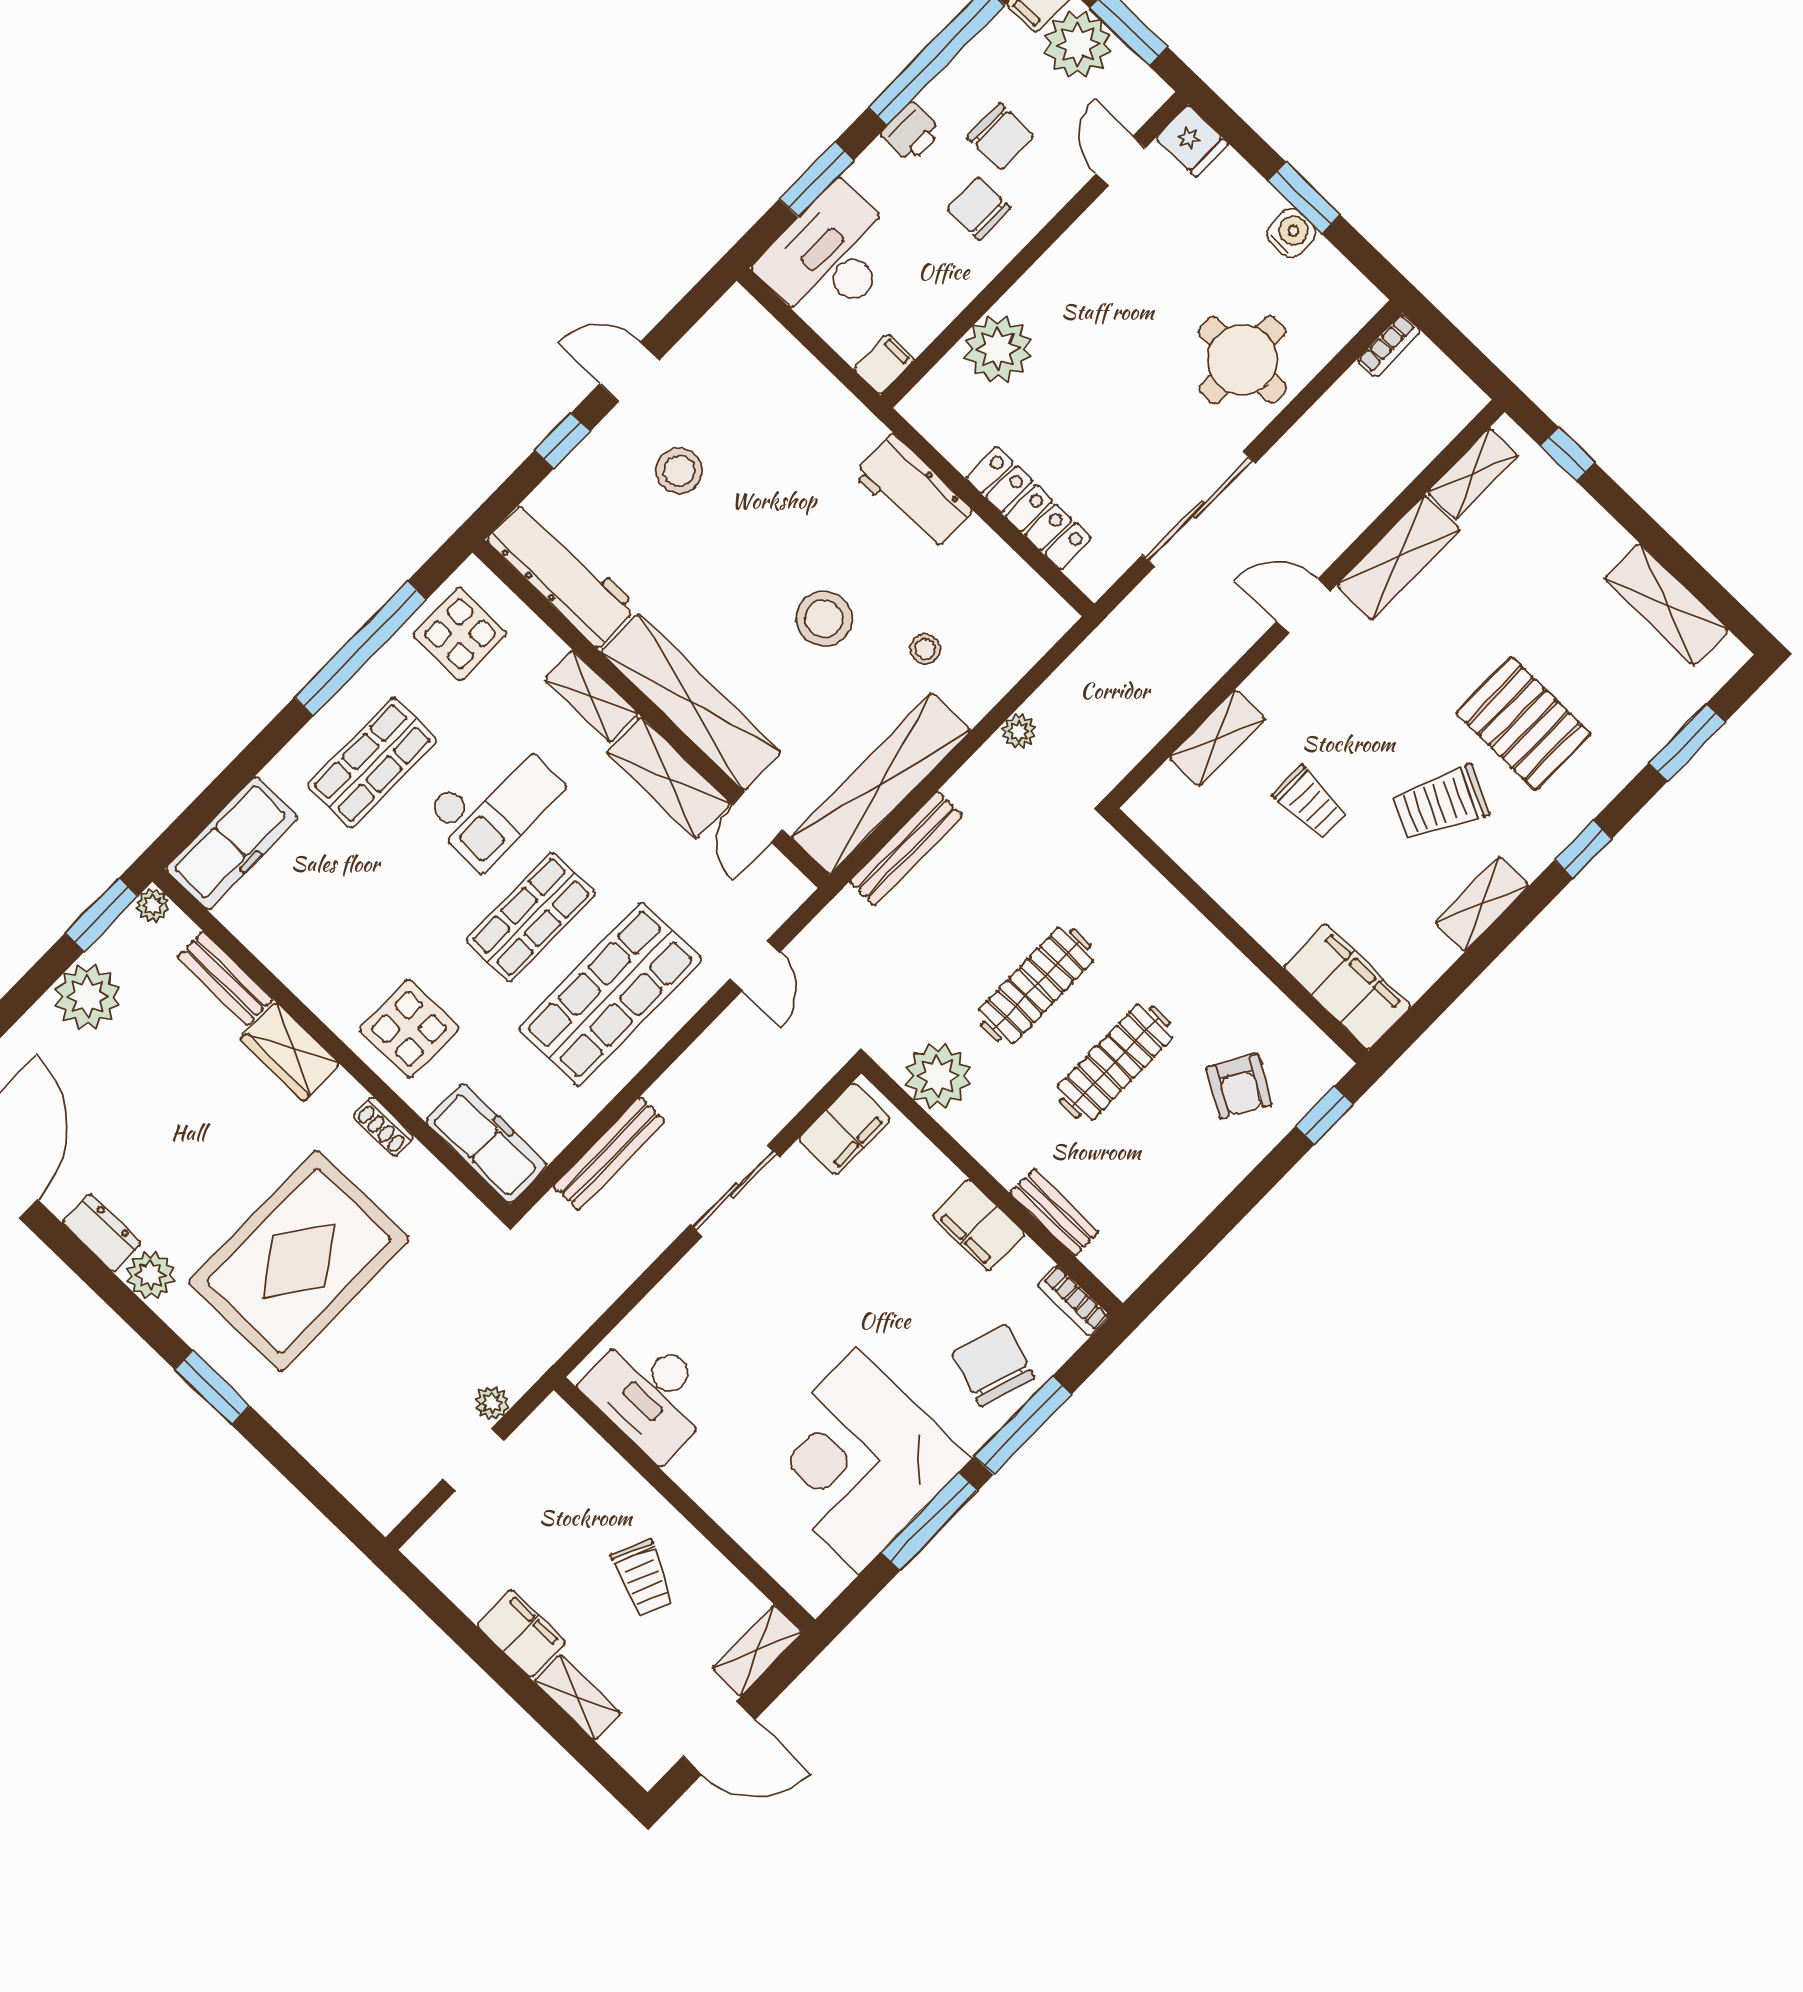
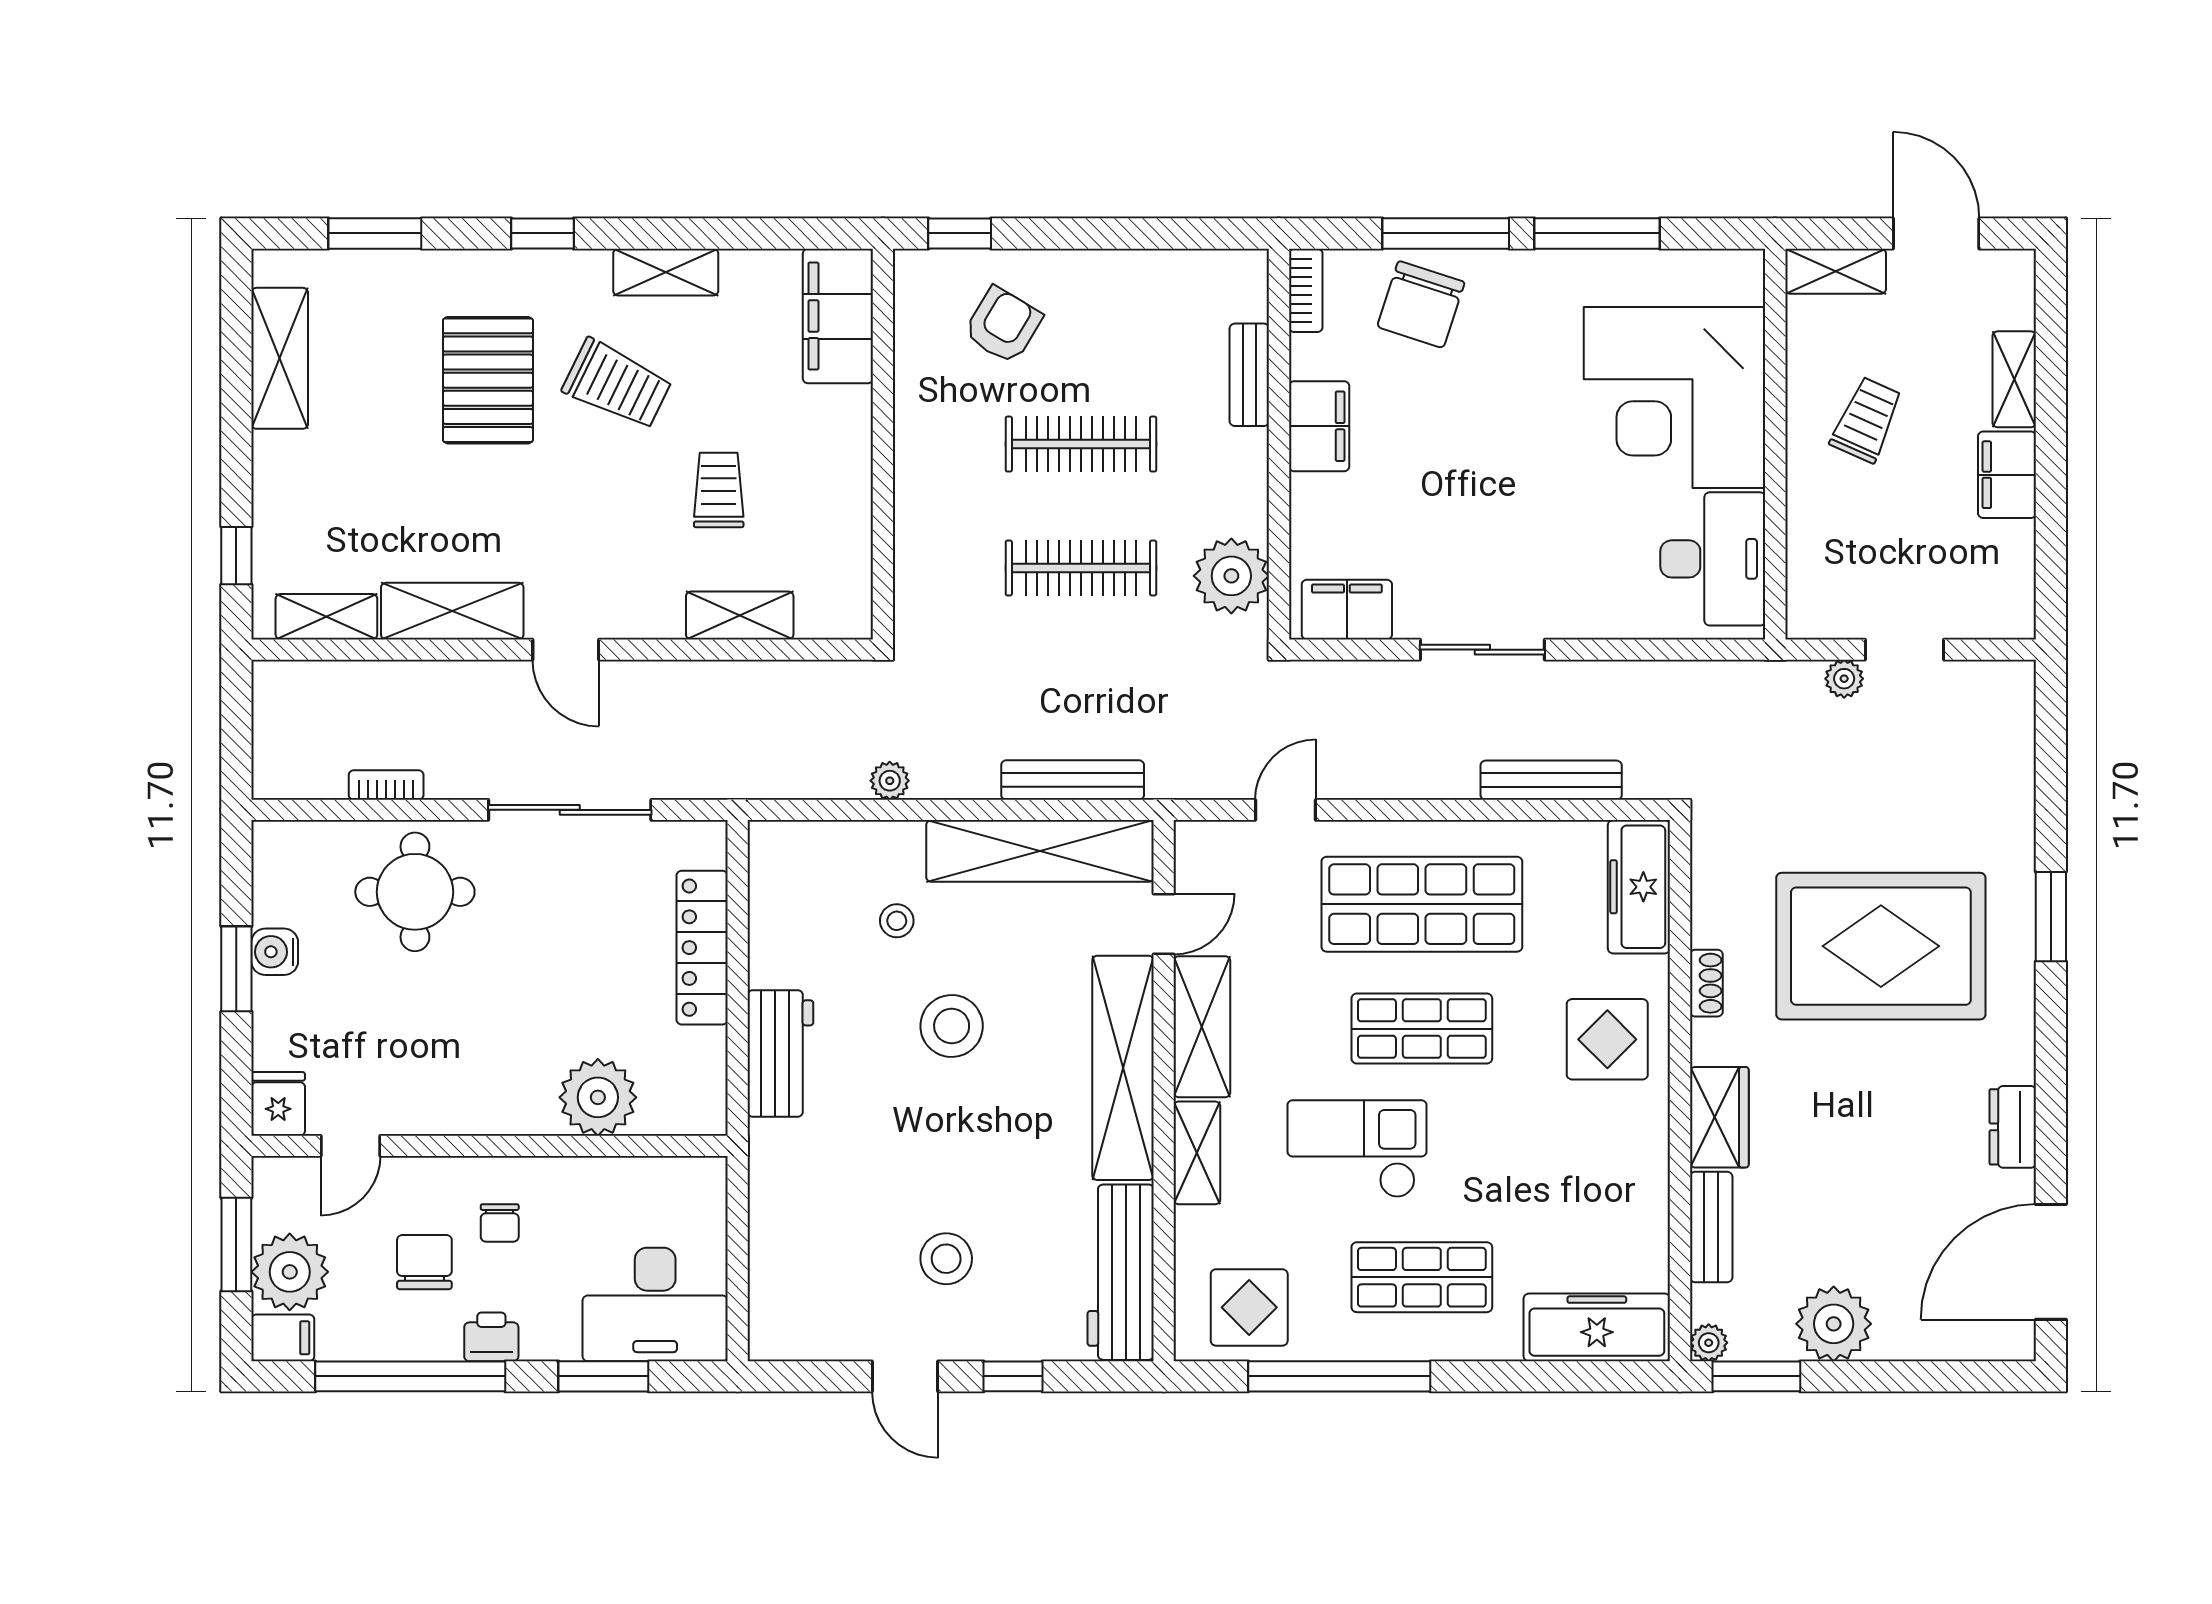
chair: (979, 208) -> (500, 1223), width x0.73, depth x0.73
bookcase: (1389, 345) -> (386, 785), moved
filing cabinet: (884, 364) -> (699, 1177), removed
plant: (150, 1275) -> (2009, 1055), removed
corner desk: (858, 1461) -> (1675, 398), moved, turned 90

